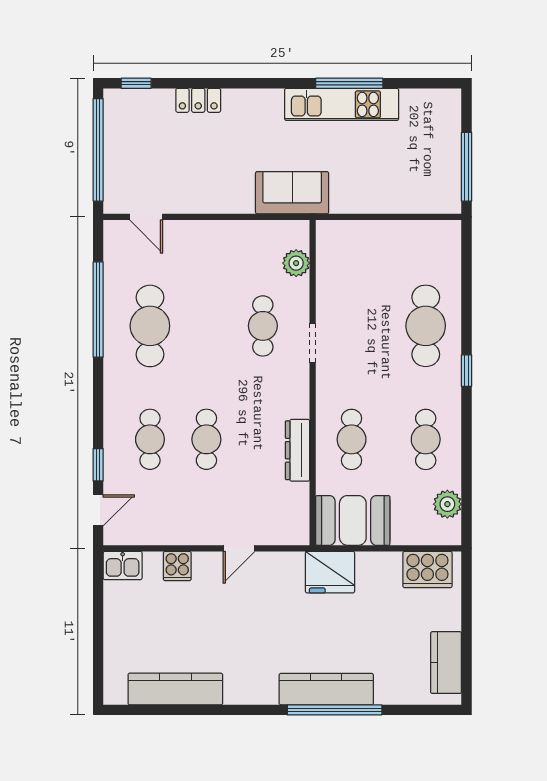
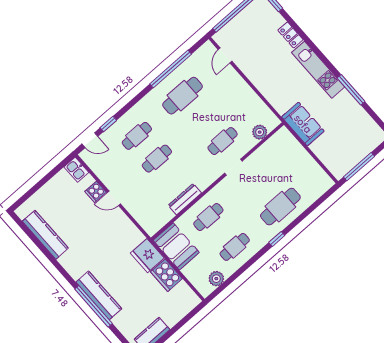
kitchen unit: (342, 104) -> (318, 70), moved
sofa: (292, 193) -> (303, 124), moved
door: (239, 548) -> (114, 198), moved
cooker: (427, 570) -> (166, 275), moved

